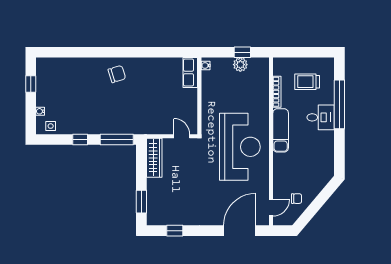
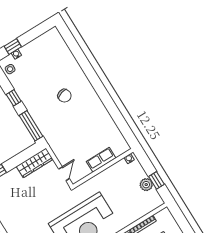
row of seats: (190, 72) -> (101, 160), moved
chair: (117, 74) -> (64, 96), moved
window: (31, 84) -> (13, 46), moved

